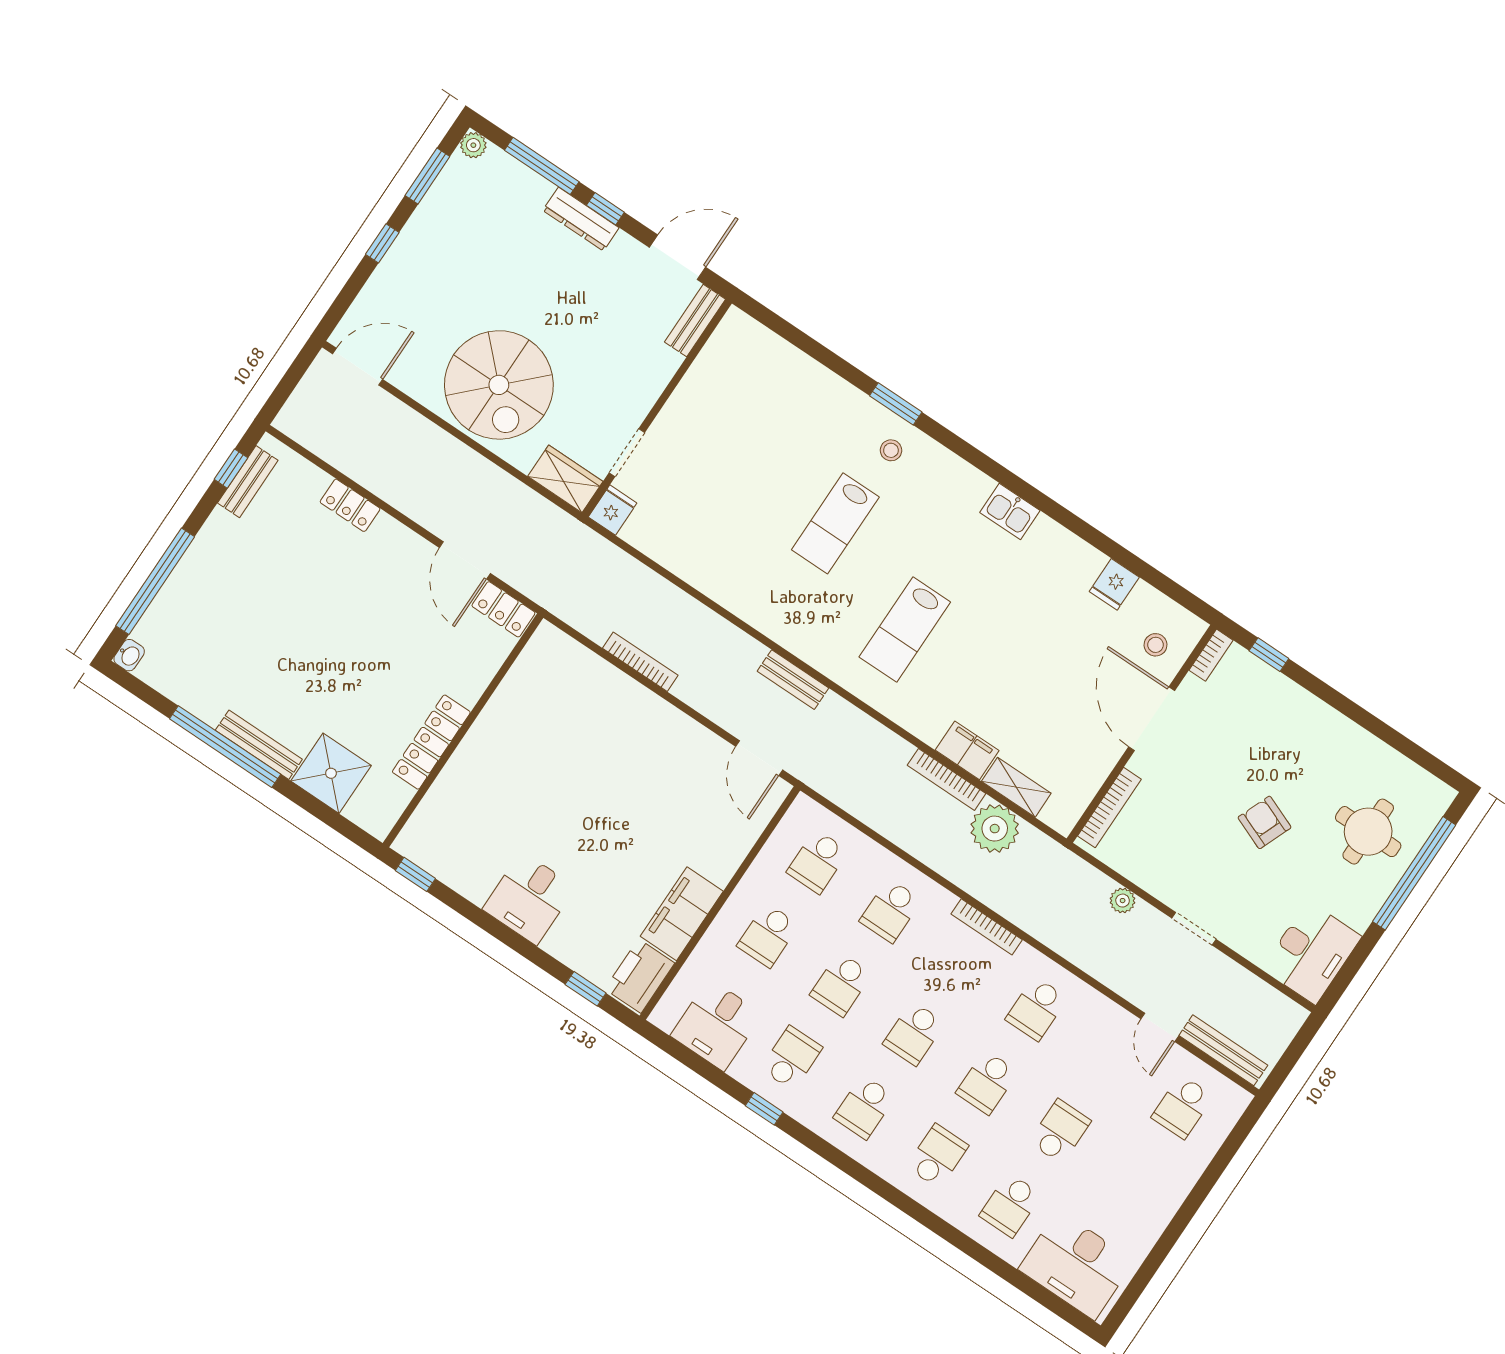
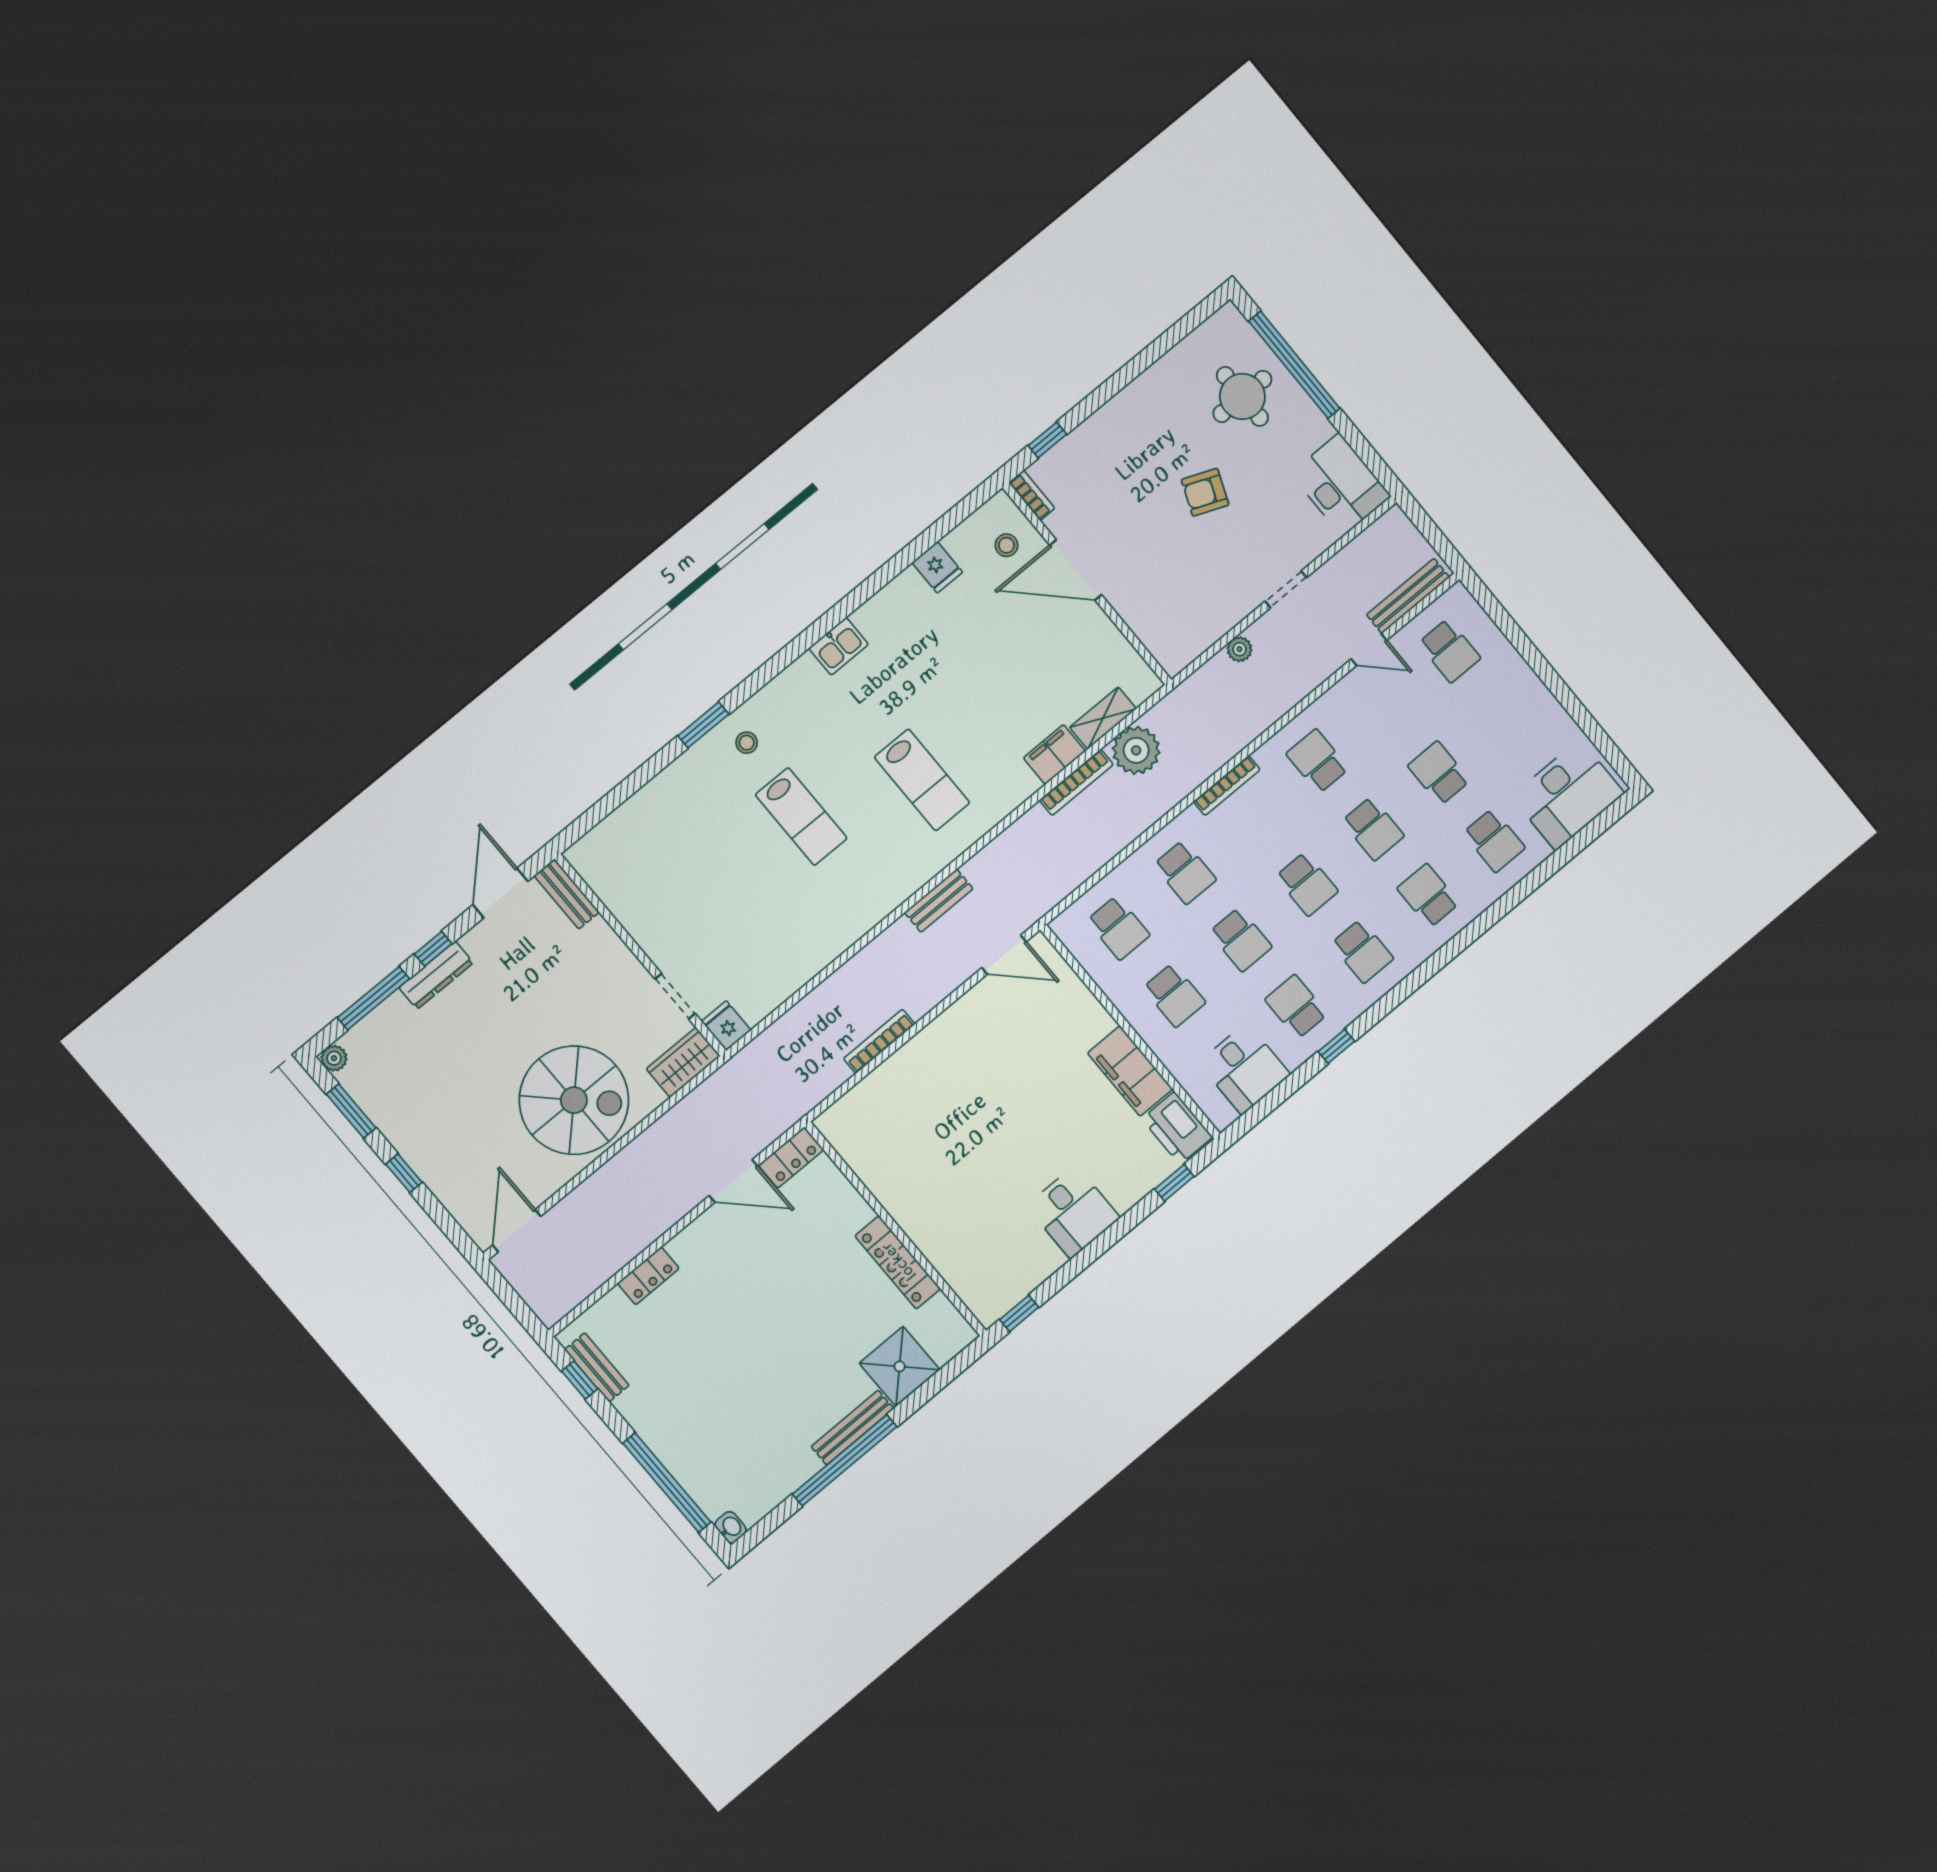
bookcase: (1109, 808) -> (1148, 635), removed
school desk: (1036, 1009) -> (1317, 761), turned 180

